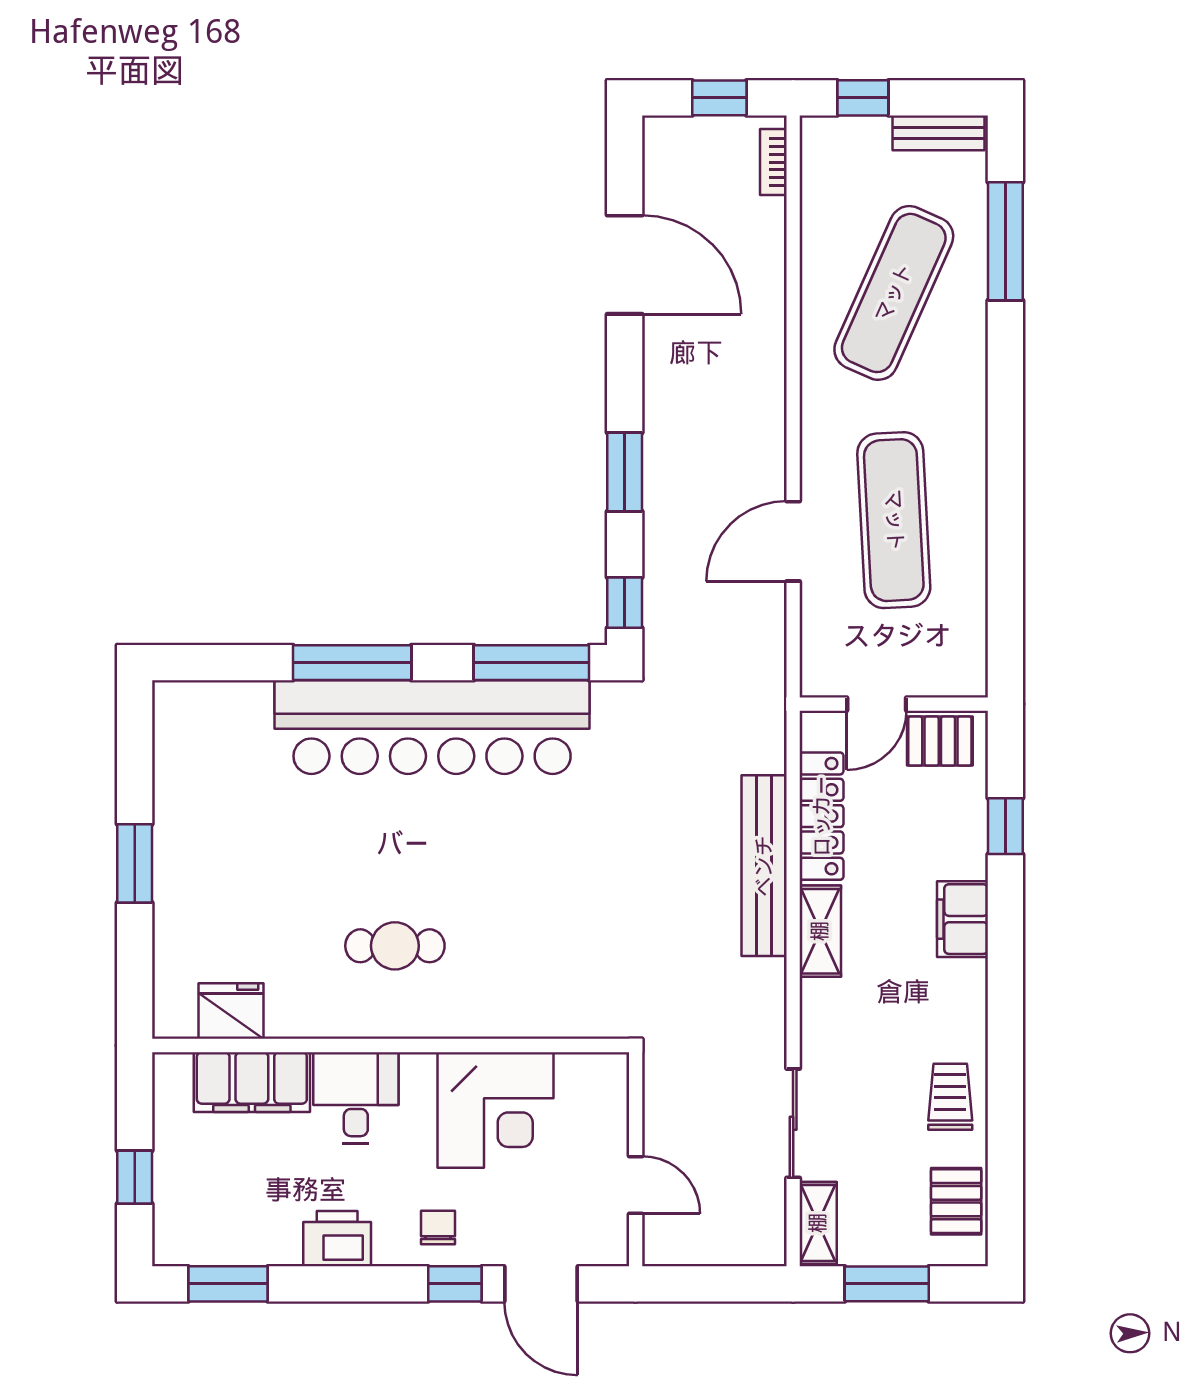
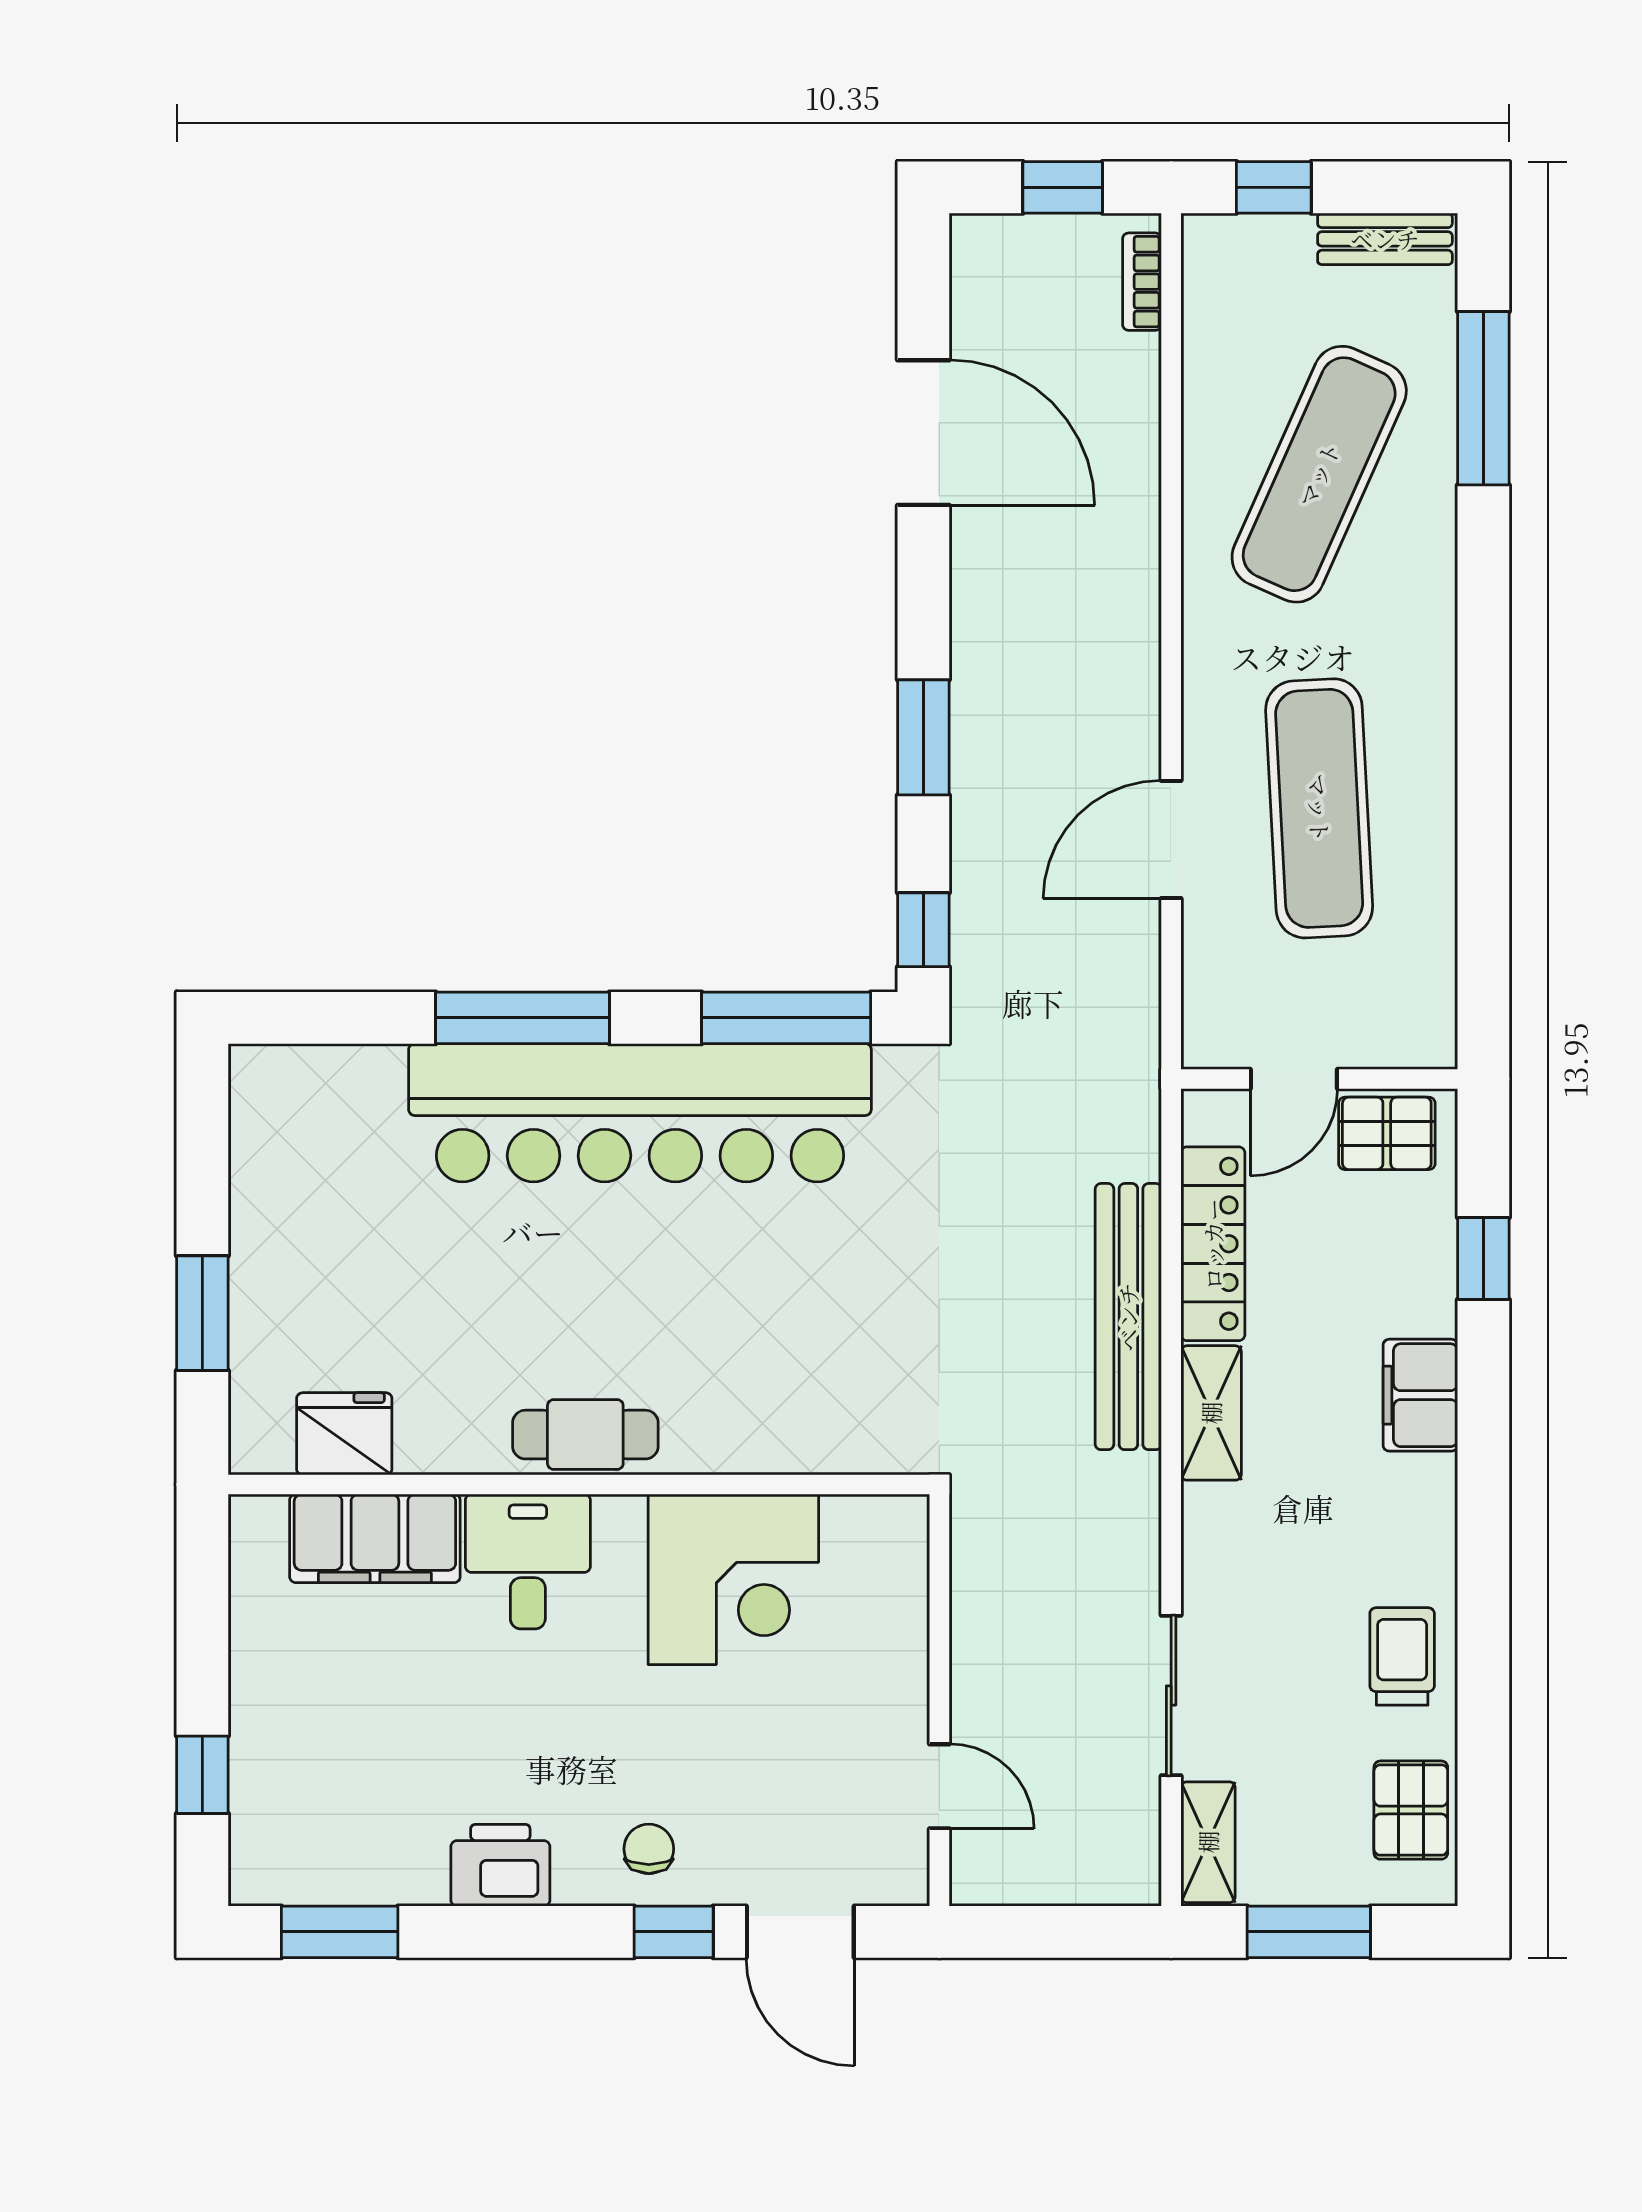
fridge: (231, 1011) -> (344, 1434), moved
wall: (391, 1045) -> (579, 1485), moved
filing cabinet: (252, 1082) -> (375, 1538), moved
desk: (356, 1098) -> (528, 1562), moved
corner desk: (496, 1110) -> (733, 1579), moved

